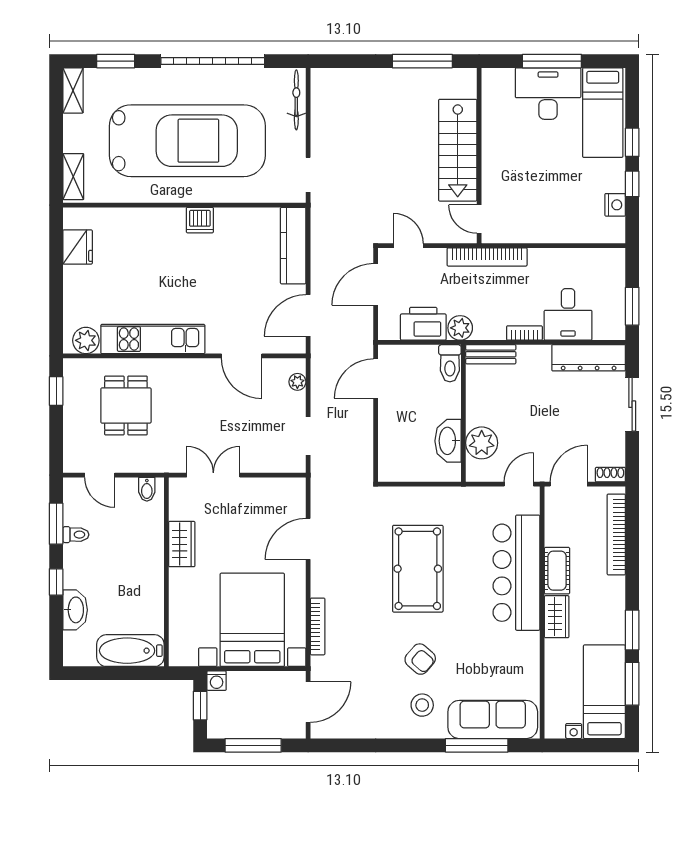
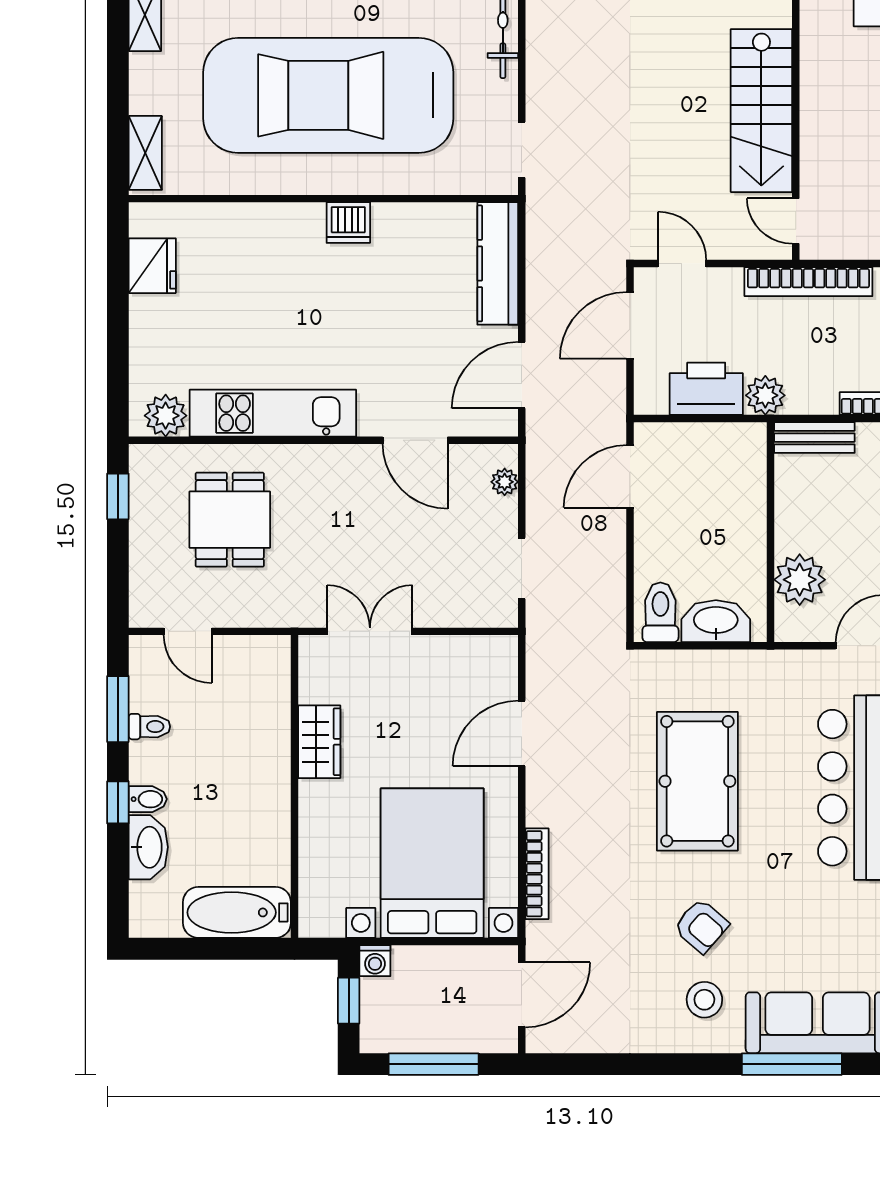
car: (187, 141) -> (328, 95), turned 180
toilet: (450, 363) -> (660, 612), moved, turned 180
washbasin: (448, 441) -> (716, 621), moved, turned 90
bidet: (147, 489) -> (148, 799), moved, turned -90

